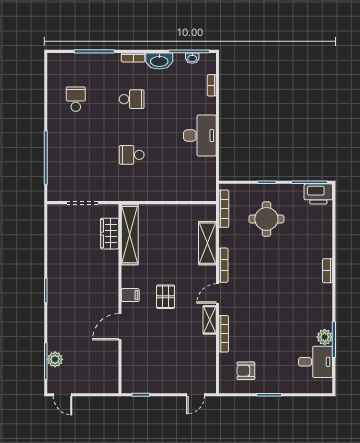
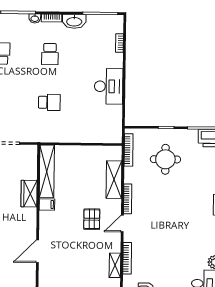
washbasin: (192, 58) -> (35, 18), moved
school desk: (132, 99) -> (50, 54), turned 90
school desk: (132, 155) -> (49, 102), turned 180
wardrobe: (110, 234) -> (29, 194), moved
filing cabinet: (130, 295) -> (47, 204), moved
pallet: (166, 297) -> (92, 219), moved
shelving: (210, 320) -> (115, 265), moved

